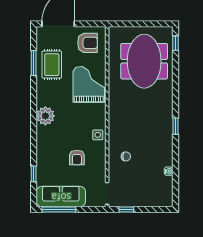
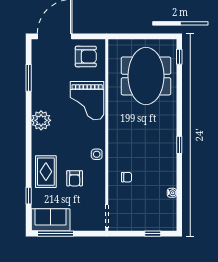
rug: (52, 65) -> (46, 172), moved
grand piano: (89, 84) -> (87, 101), turned 180
plant: (45, 116) -> (41, 120), moved
sofa: (61, 197) -> (51, 220), width x0.73
window: (126, 210) -> (153, 234), moved

